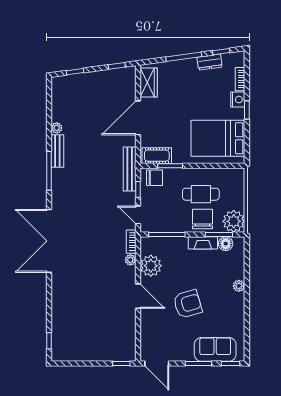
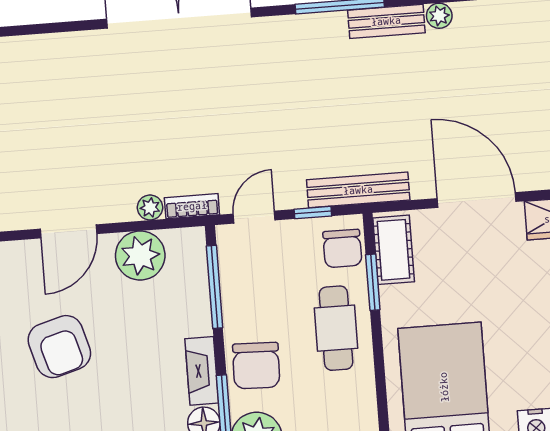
cafe table: (201, 194) -> (336, 328), moved
chair: (202, 219) -> (256, 366), turned 92

